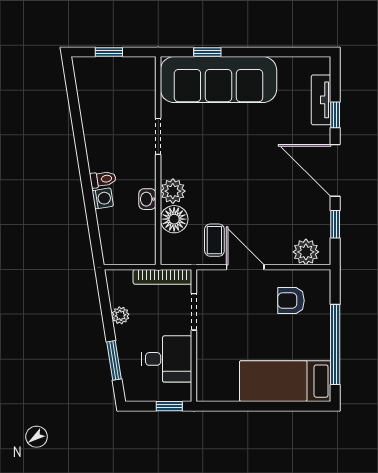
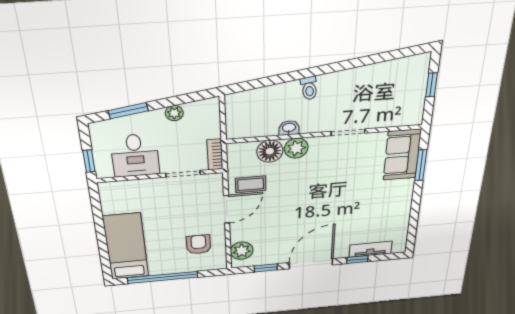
window: (207, 52) -> (421, 165), width x1.50
sofa: (218, 80) -> (402, 155), width x0.54, depth x0.79
washing machine: (103, 198) -> (290, 89), removed
bookcase: (162, 277) -> (215, 155), width x0.64

